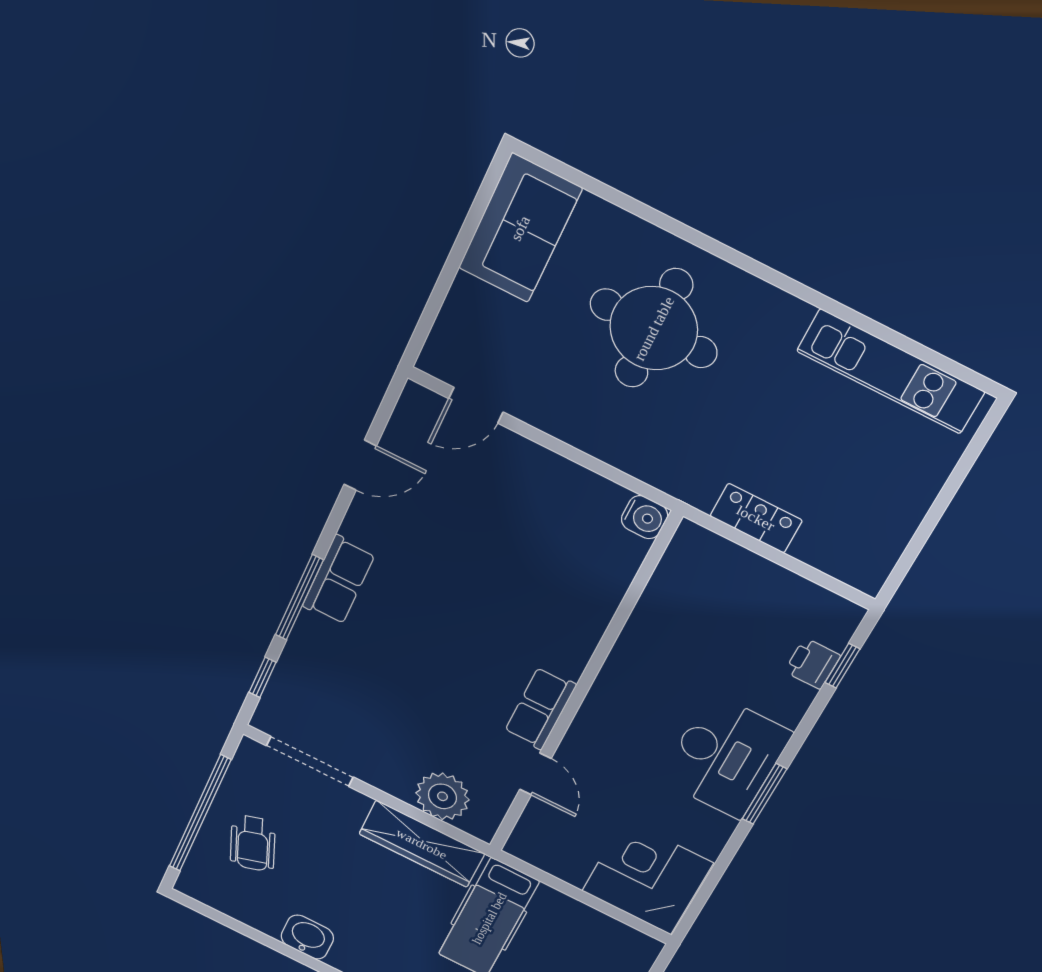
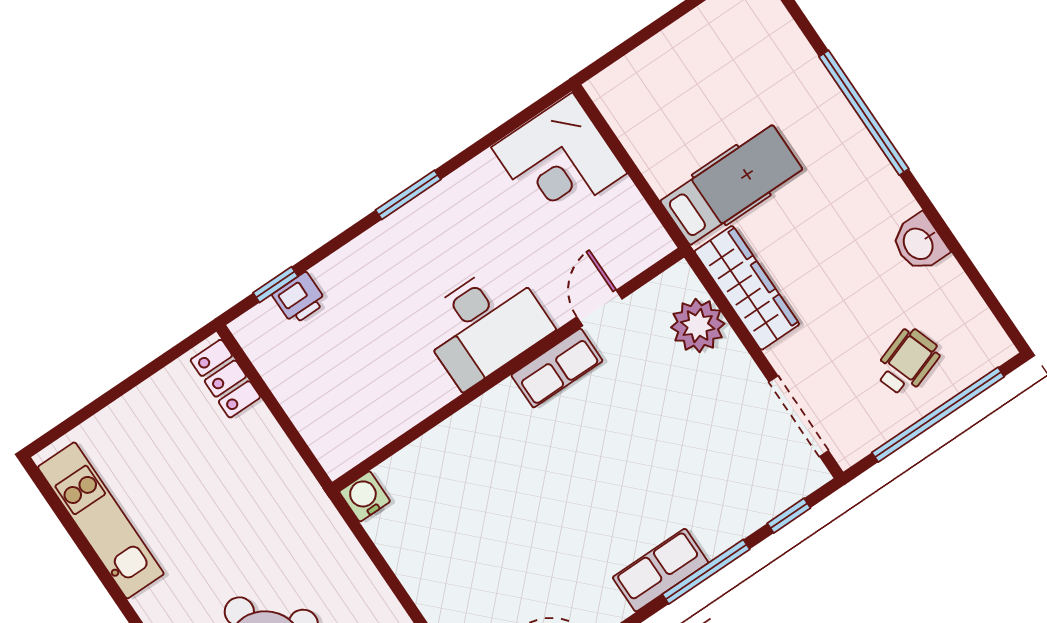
locker: (756, 518) -> (225, 379), moved
desk: (725, 756) -> (485, 325), moved, turned 180

